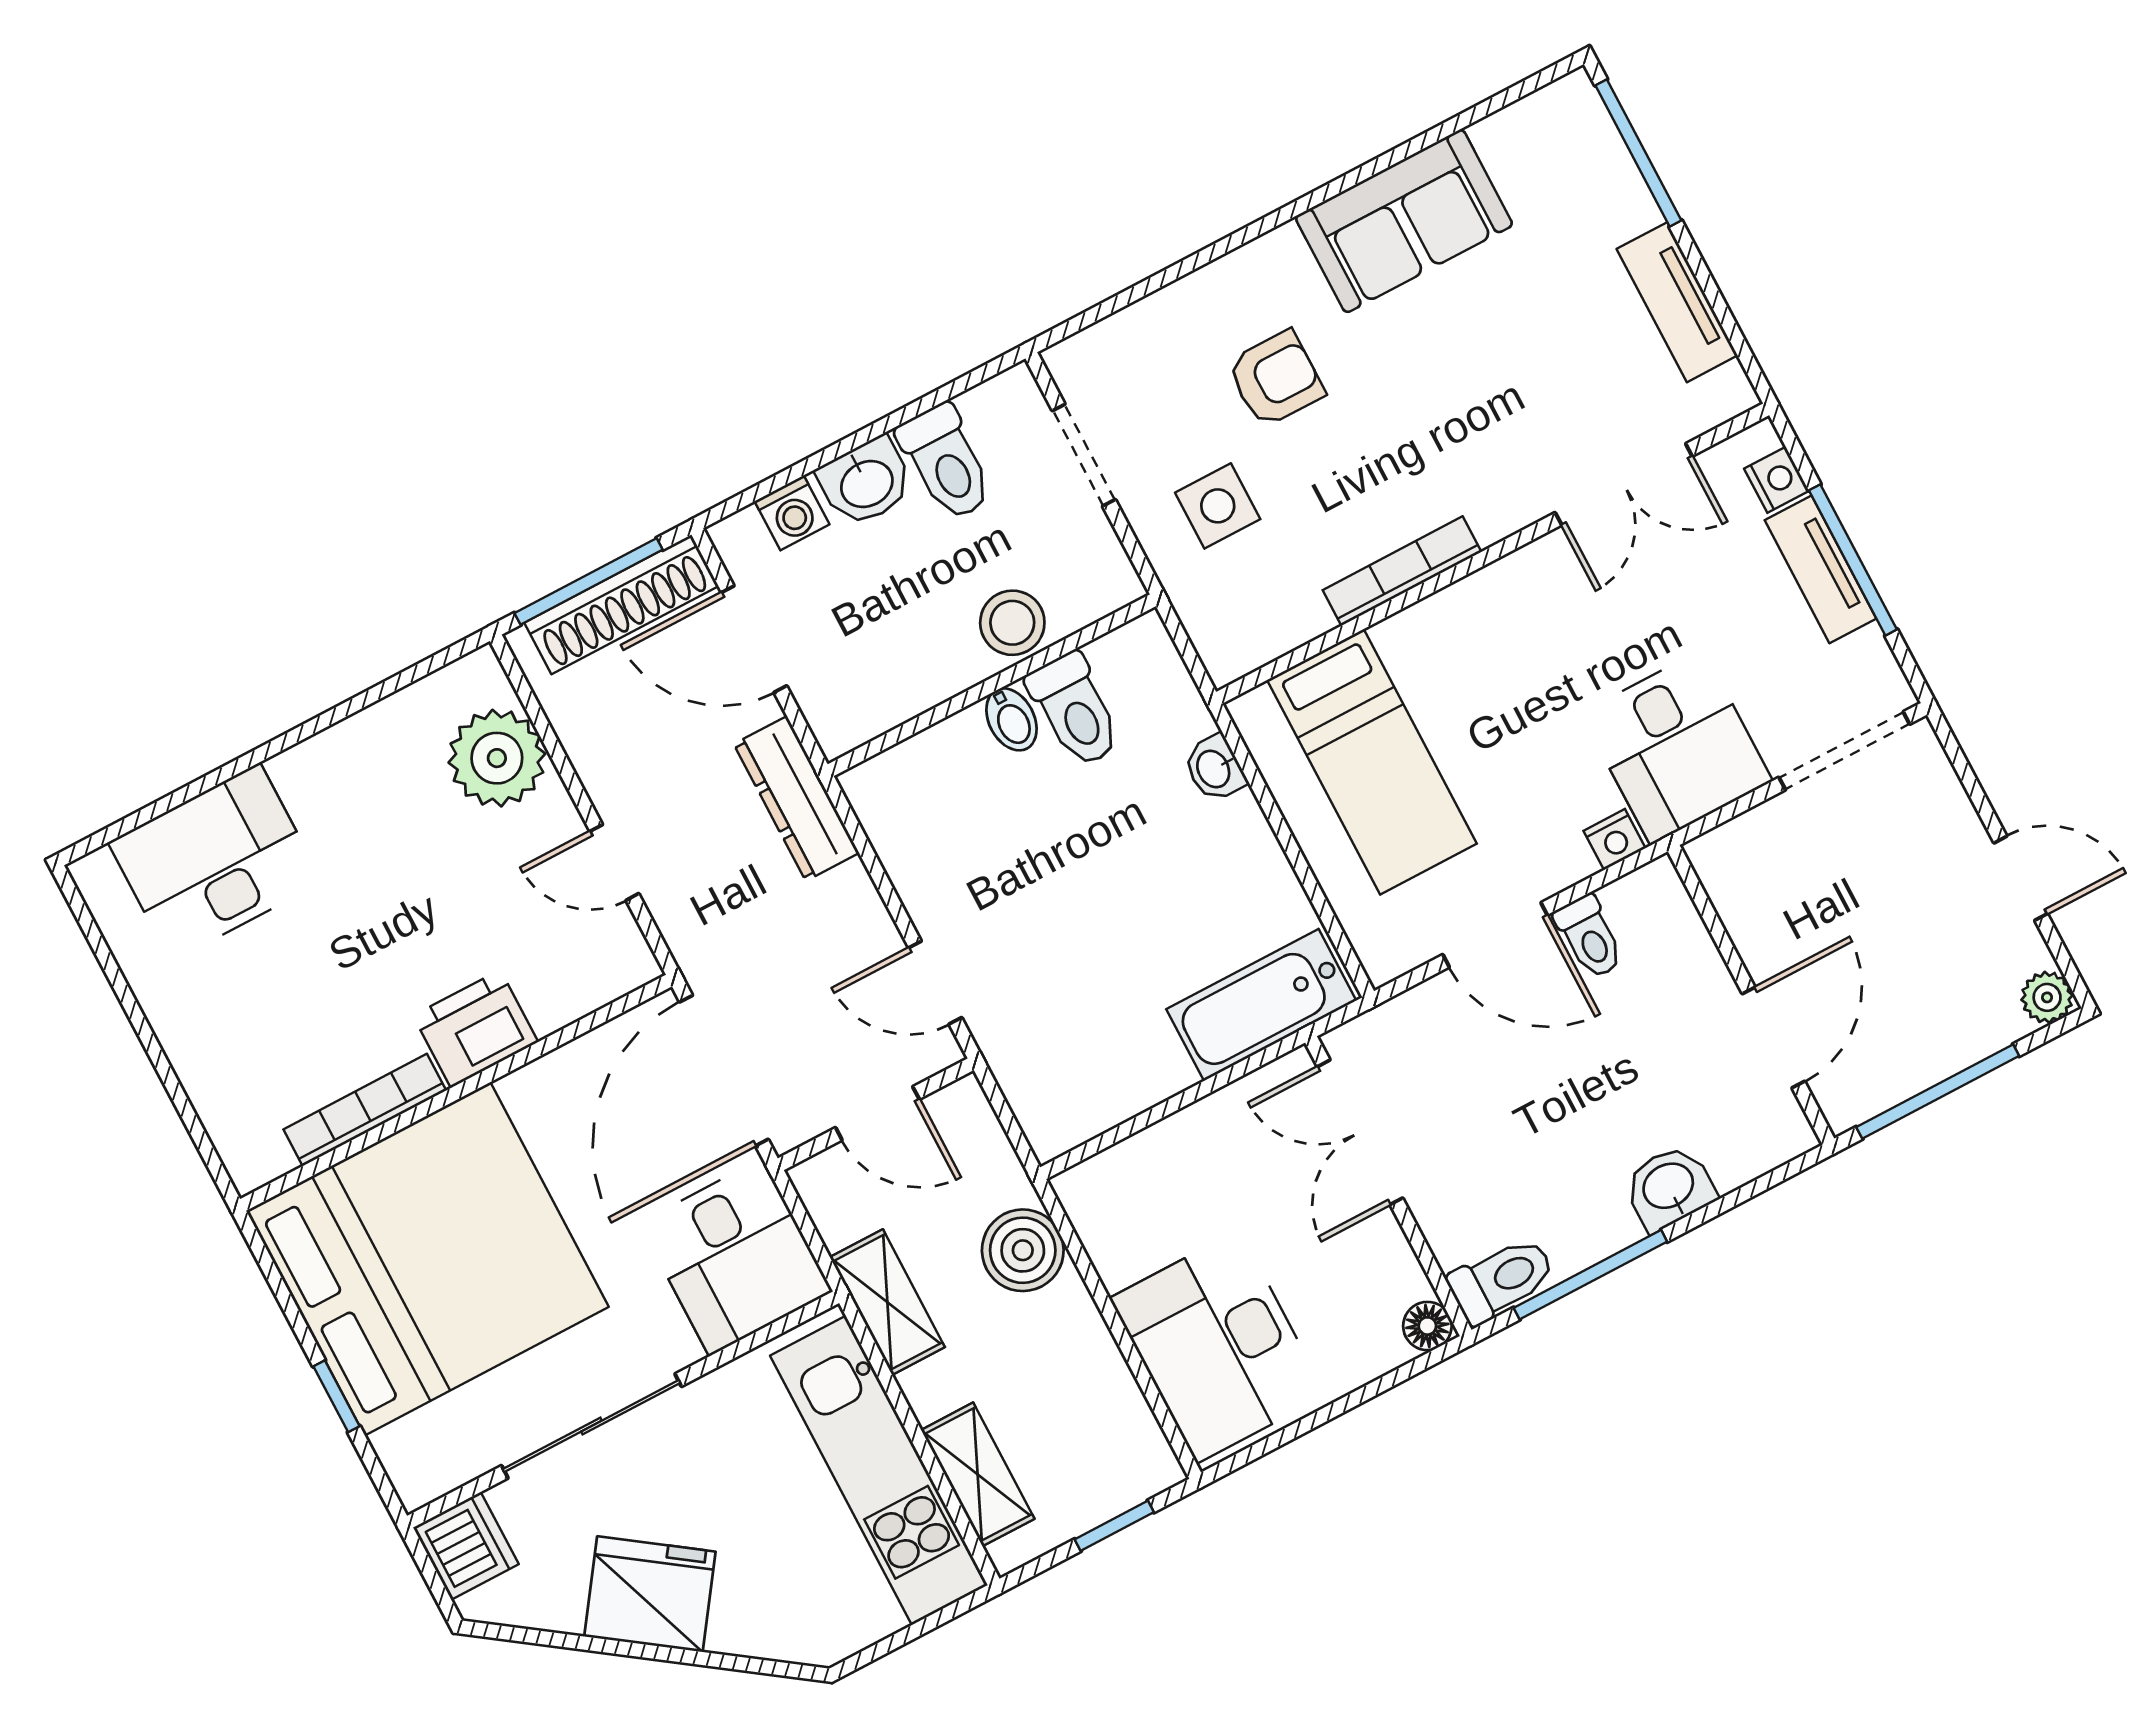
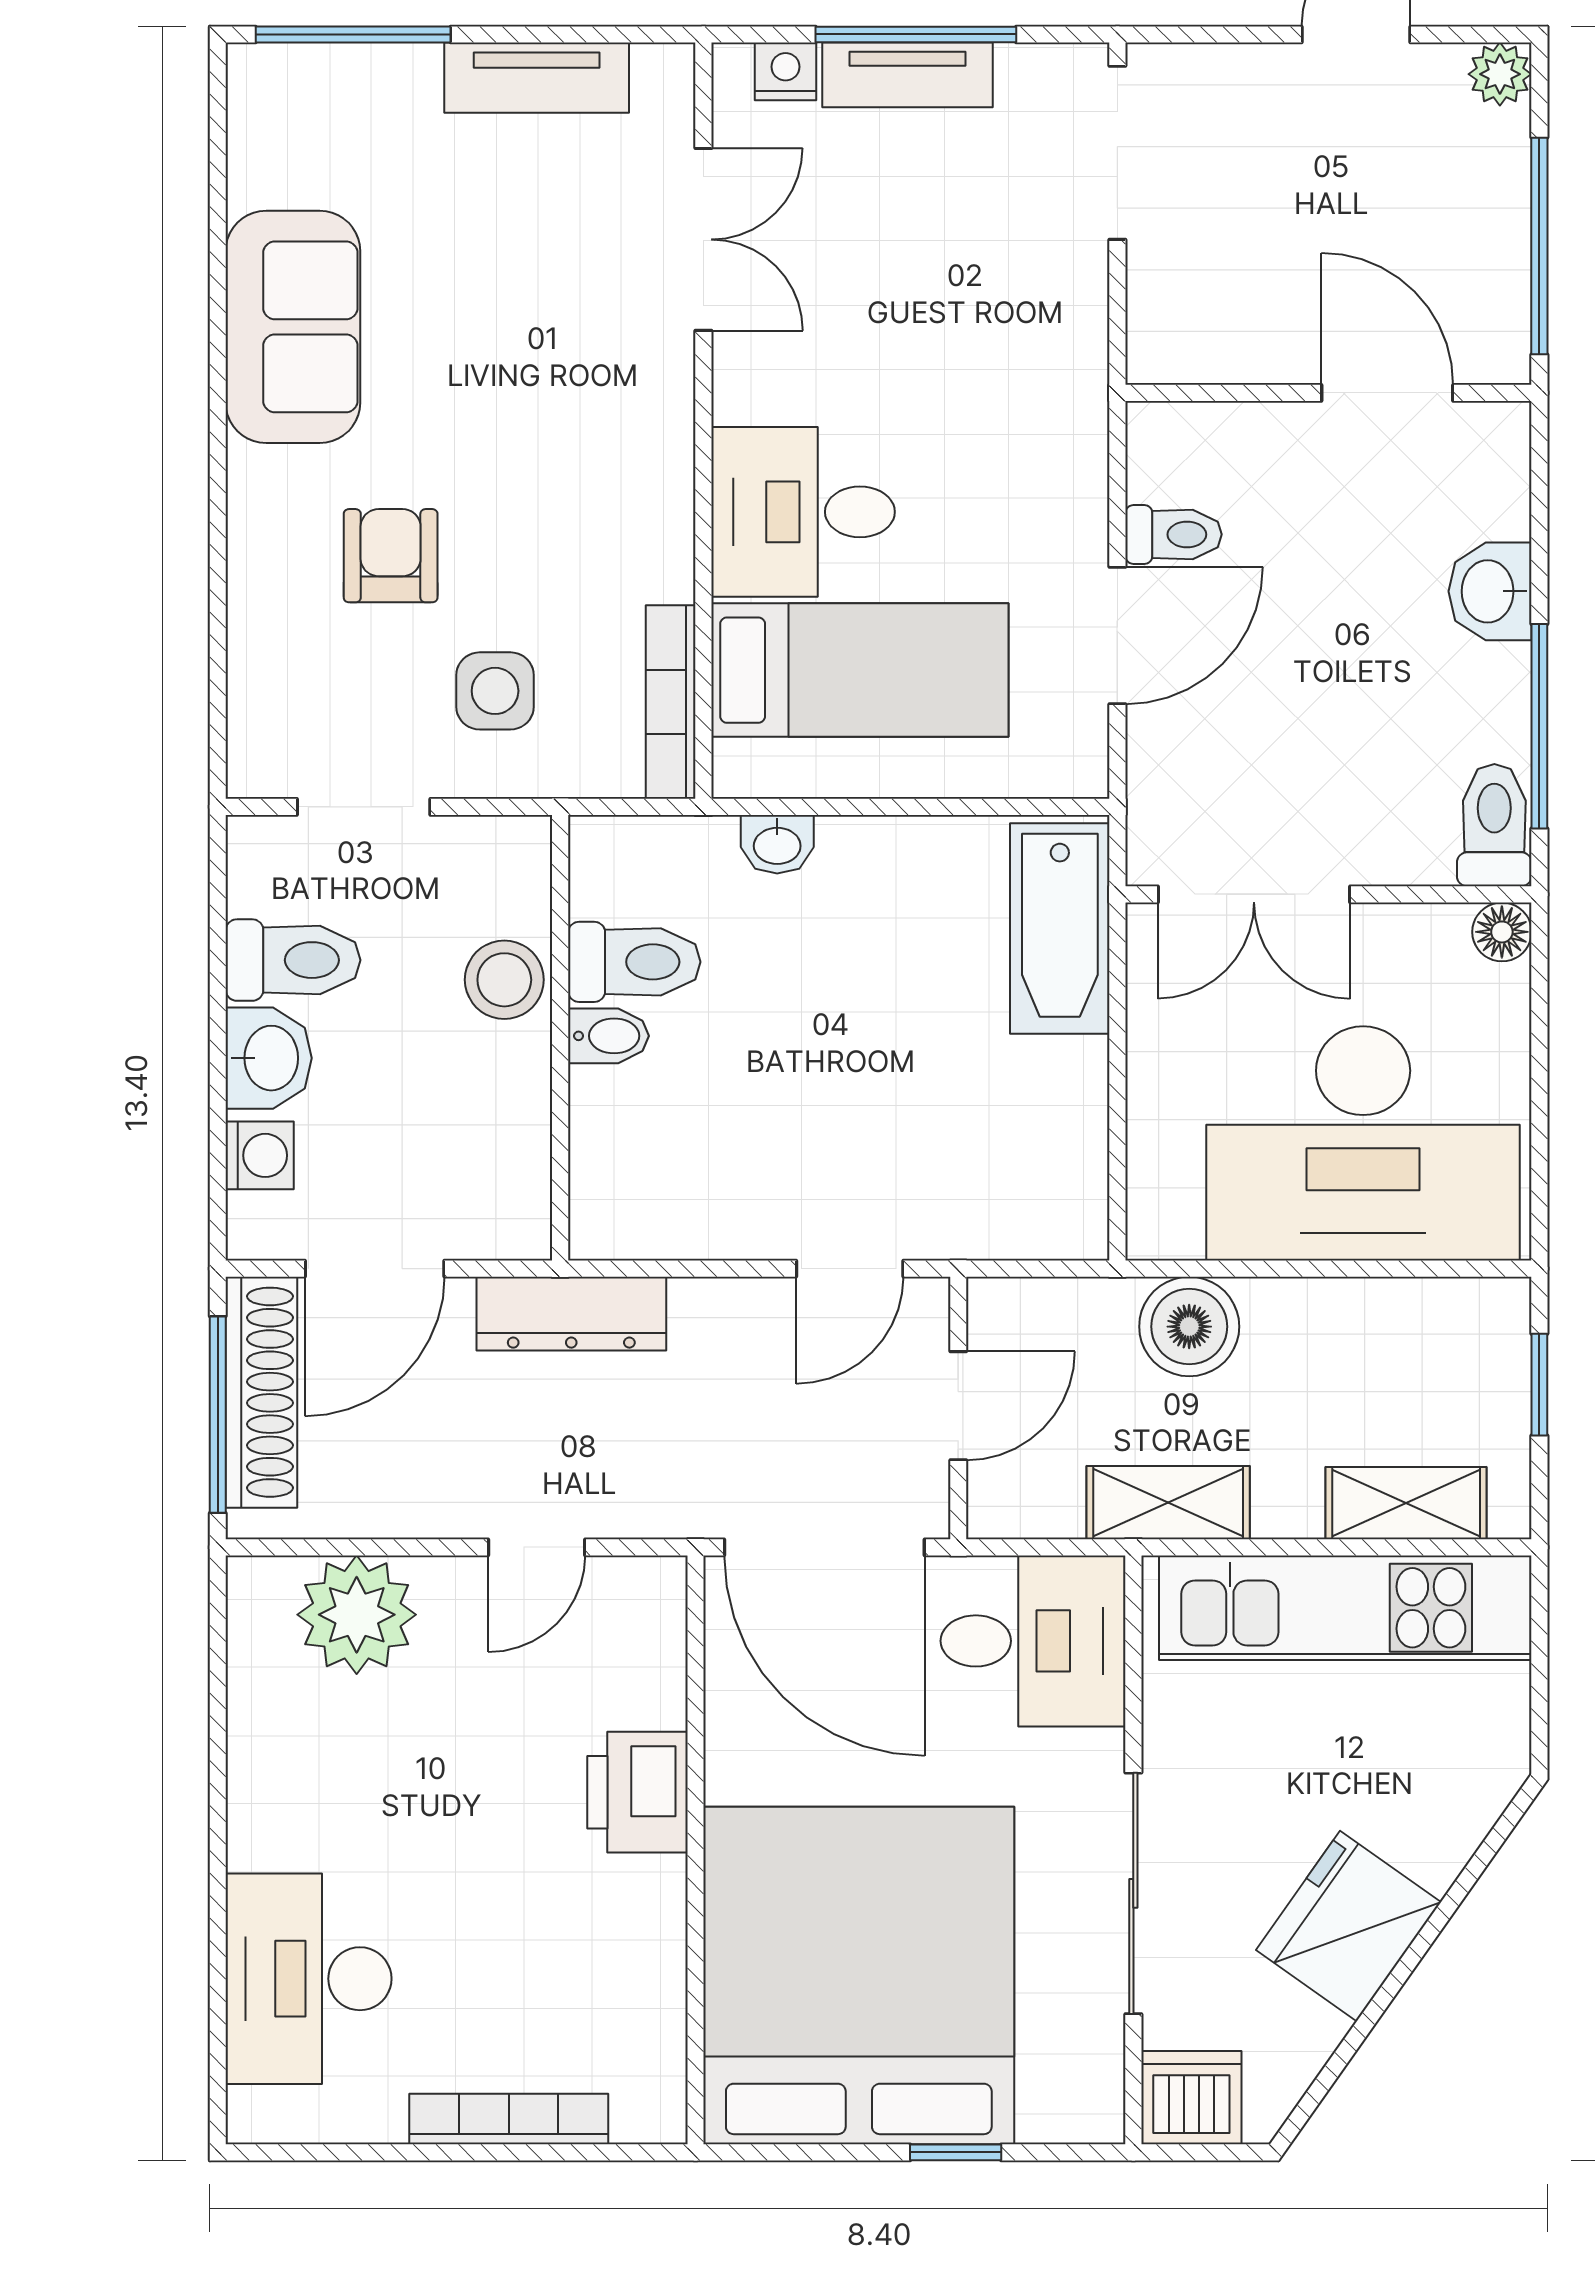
bookcase: (1402, 571) -> (671, 702), moved
desk: (1677, 747) -> (803, 512), moved, turned 180
nightstand: (1614, 839) -> (1082, 452), removed
bookcase: (365, 1110) -> (509, 2119), moved, turned 90
desk: (1218, 1347) -> (1363, 1143), width x1.36, depth x1.30

